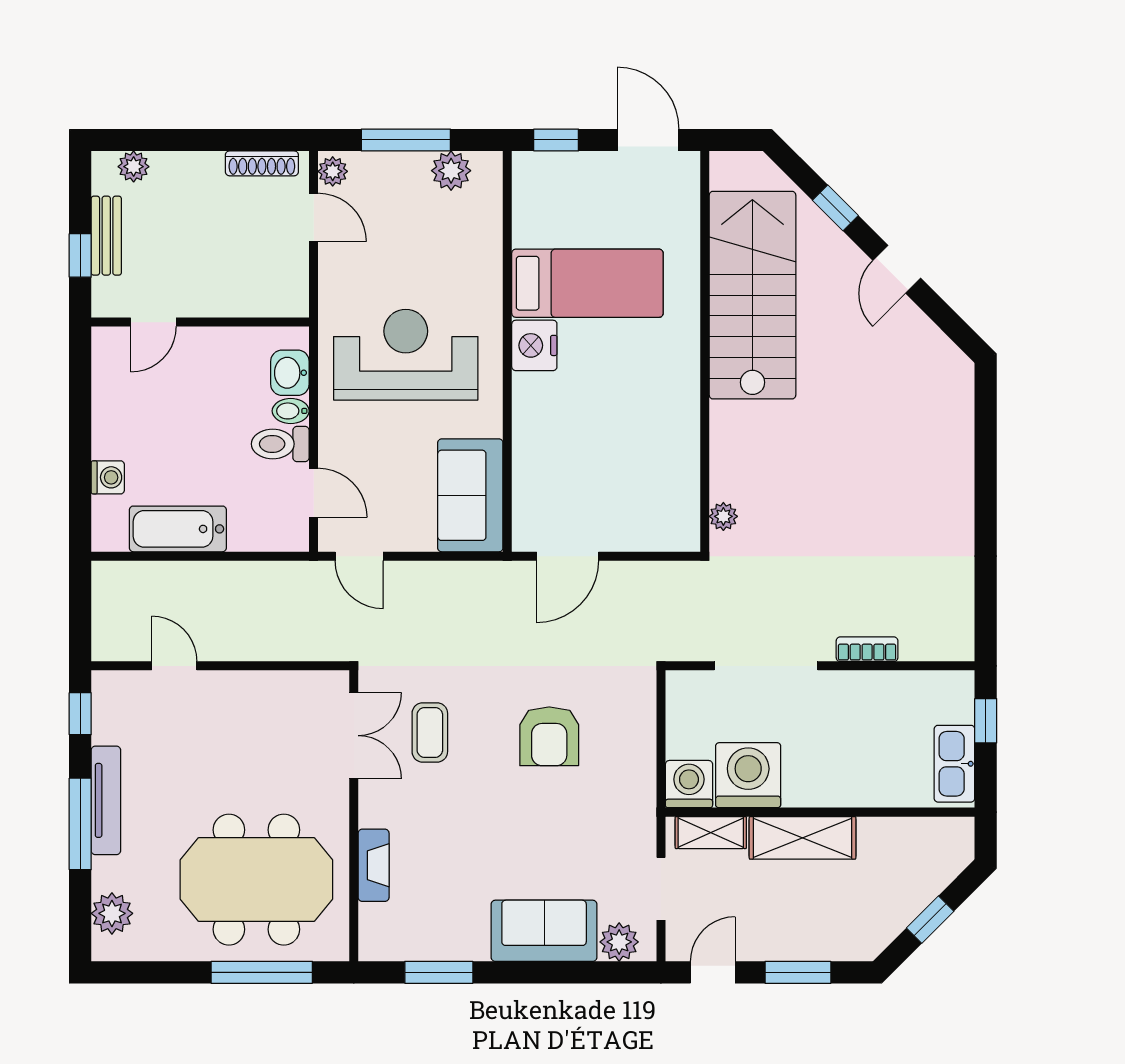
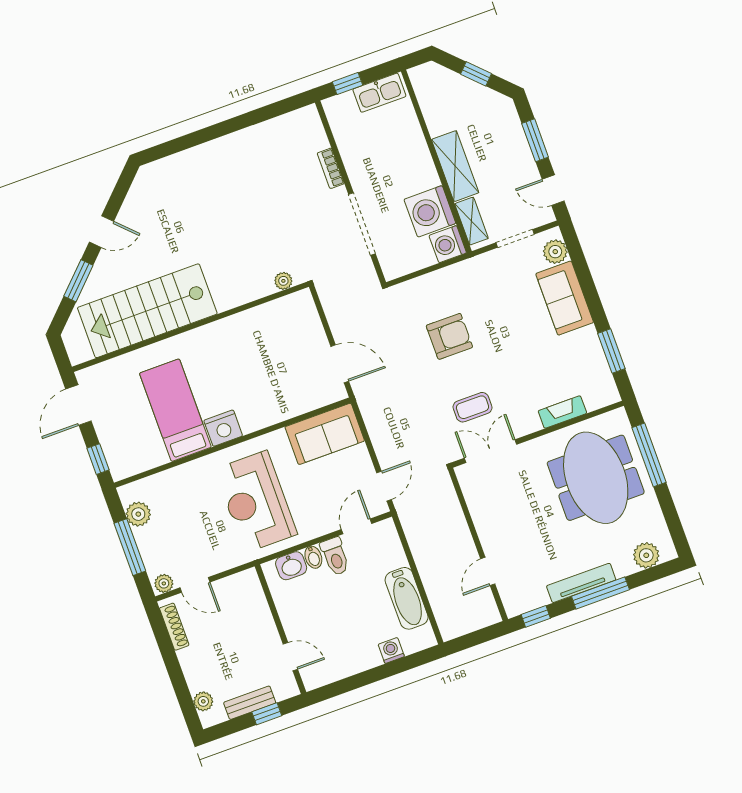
window: (835, 208) -> (78, 281), width x1.50
door: (314, 217) -> (195, 585), swing flipped

